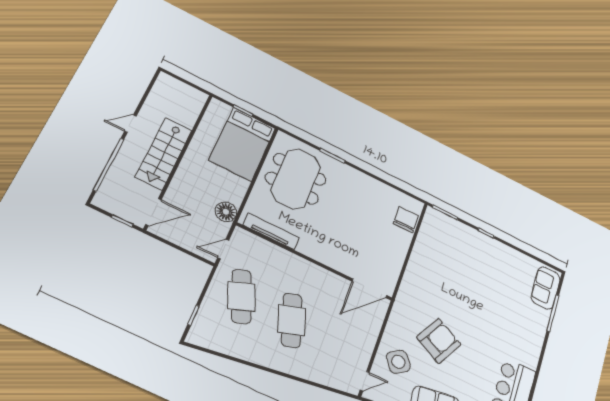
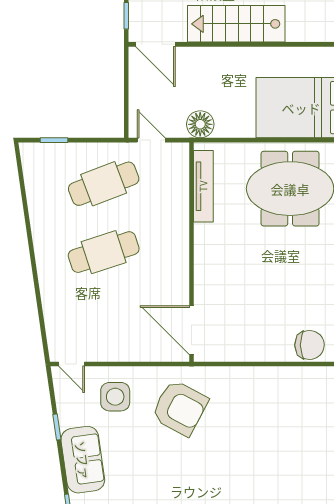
armchair: (439, 341) -> (180, 408), moved
side table: (398, 362) -> (115, 397), turned 35

